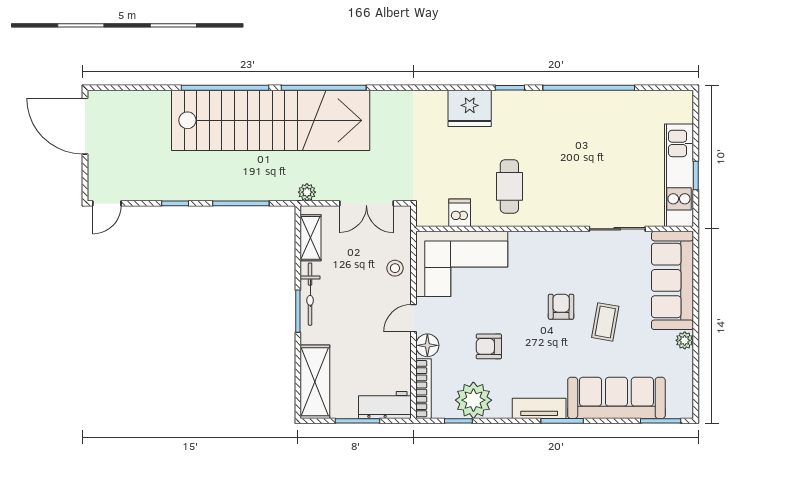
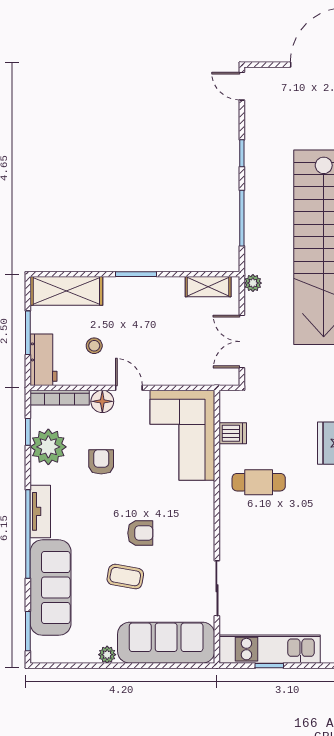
stool: (395, 268) -> (94, 346), moved
bicycle: (310, 294) -> (153, 286), removed
window: (562, 421) -> (28, 534), width x2.11

